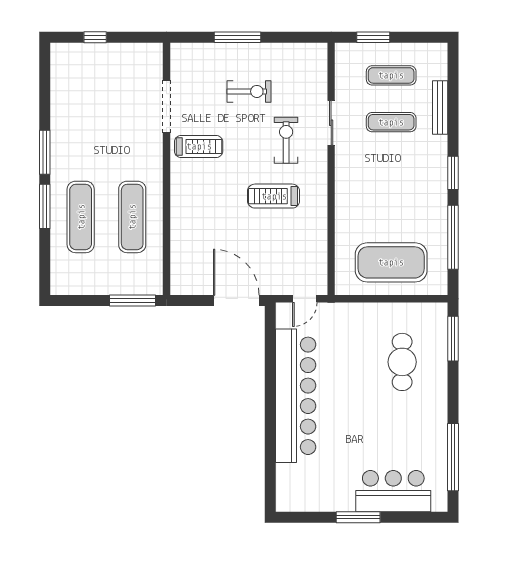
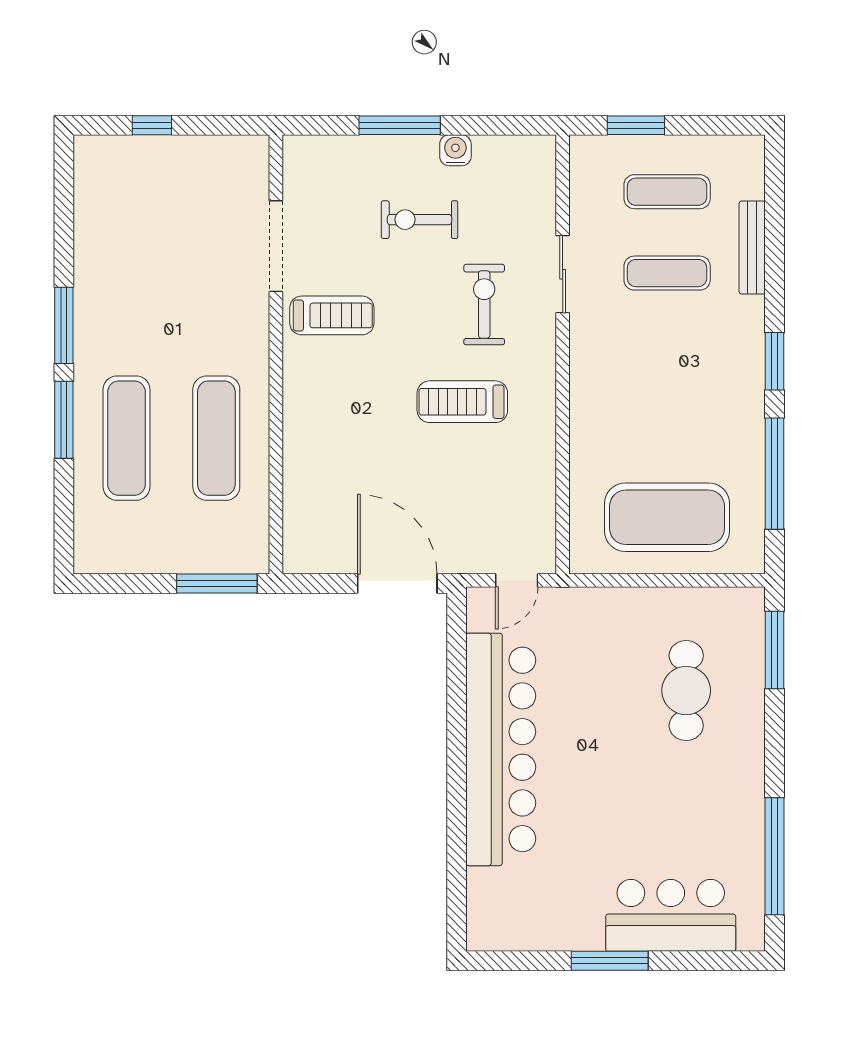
water cooler: (270, 52) -> (455, 150), added
exercise bike: (249, 91) -> (420, 220), turned 180

